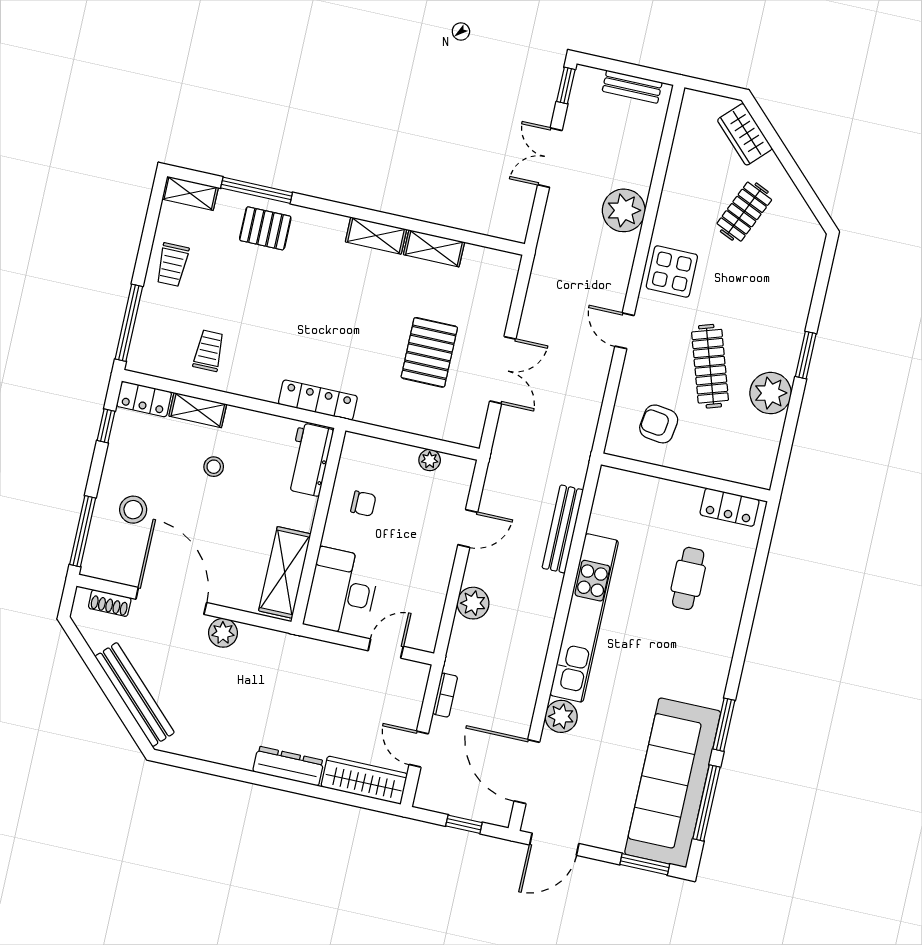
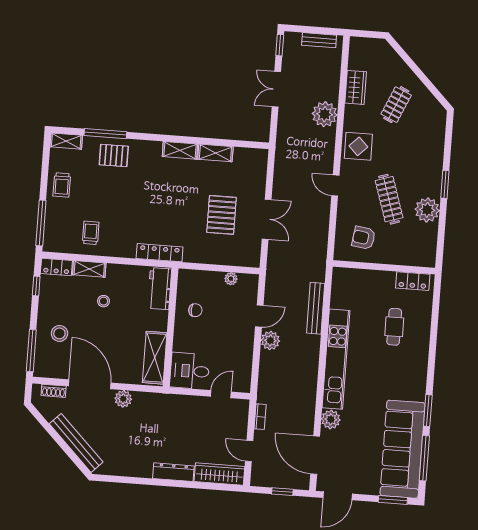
wardrobe: (745, 134) -> (356, 87), moved, turned -135
desk: (342, 592) -> (190, 371), width x0.73
plant: (473, 603) -> (270, 340), moved

